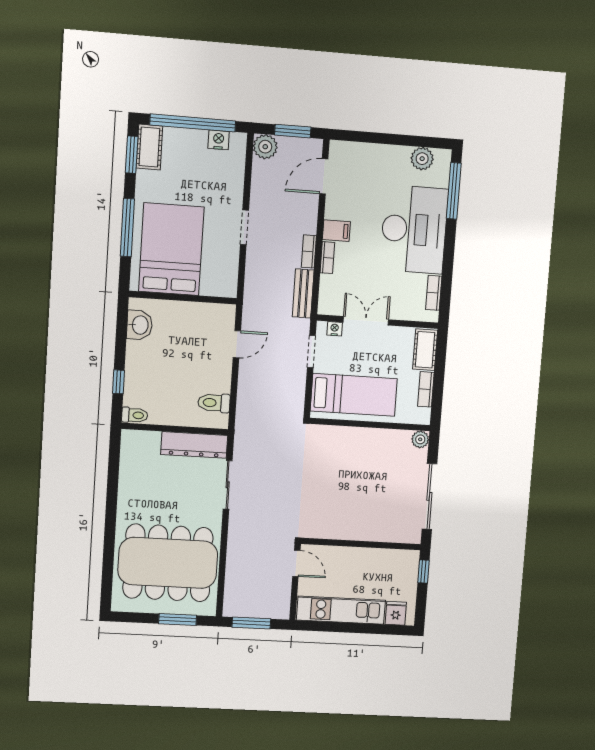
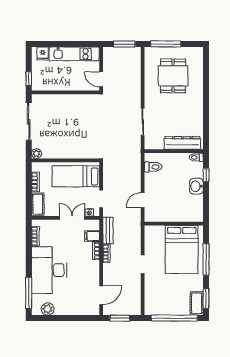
nightstand: (219, 140) -> (160, 310), removed
plant: (265, 147) -> (134, 309), removed
filing cabinet: (336, 231) -> (92, 236), moved
double door: (366, 321) -> (72, 218), swing flipped
washbasin: (140, 325) -> (196, 186), moved
dresser: (194, 445) -> (182, 143), moved
dining table: (168, 563) -> (173, 76), width x0.53, depth x0.80
window: (178, 619) -> (166, 44), width x1.44

